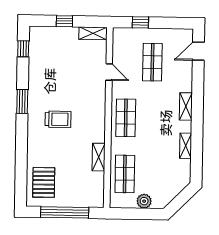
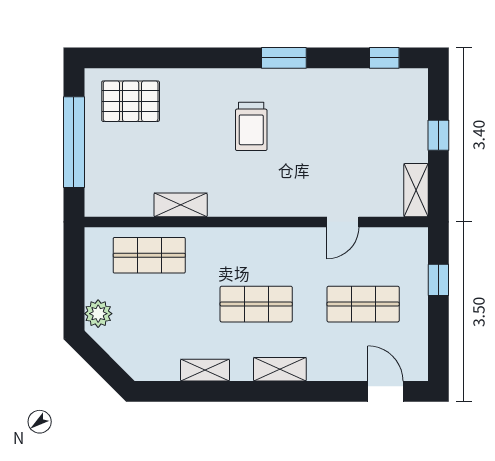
shop shelf: (126, 118) -> (256, 304), moved
plant: (144, 201) -> (98, 314), moved

